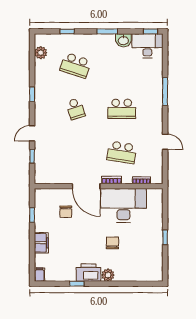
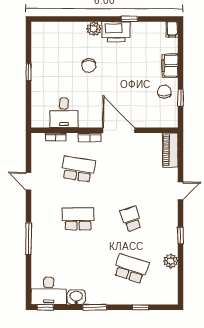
plant: (41, 53) -> (171, 261), moved
window: (32, 156) -> (181, 165), removed
piano: (41, 169) -> (170, 150), added
desk: (124, 206) -> (64, 113), width x0.53, depth x0.77
chair: (66, 212) -> (164, 92), moved

